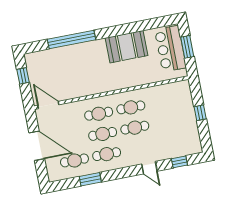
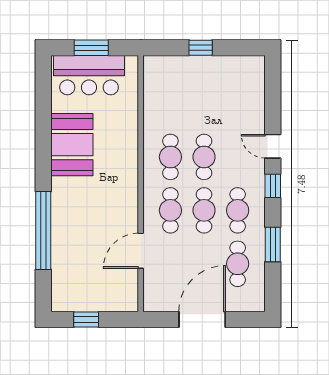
door: (48, 105) -> (141, 251), moved
window: (179, 162) -> (273, 186), moved
door: (149, 168) -> (273, 146), swing flipped

